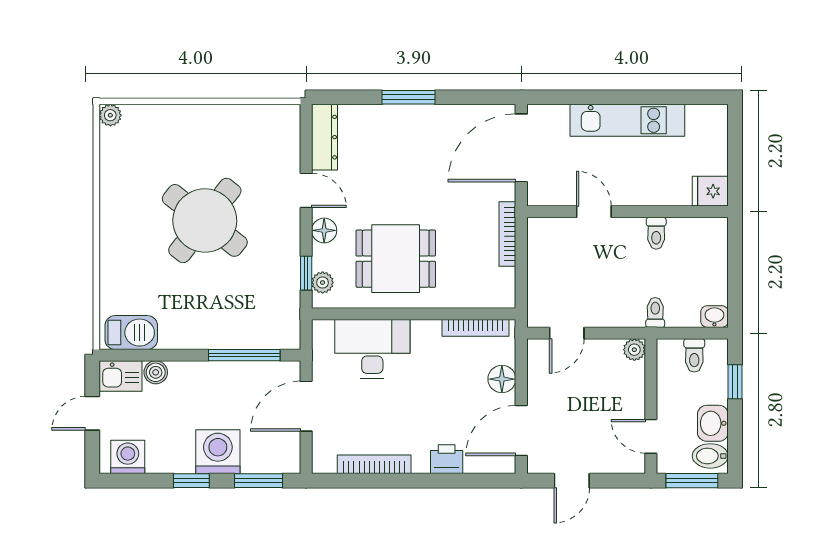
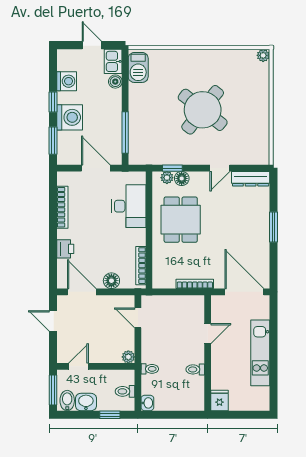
floor lamp: (324, 230) -> (182, 178), moved
washing machine: (128, 457) -> (67, 81), moved

